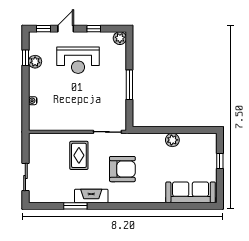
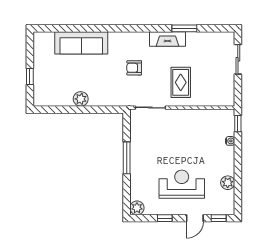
window: (25, 58) -> (238, 124), moved
armchair: (122, 169) -> (134, 68), width x0.53, depth x0.53
sofa: (191, 192) -> (81, 43), moved

